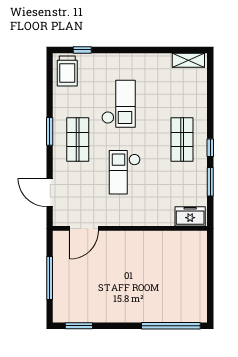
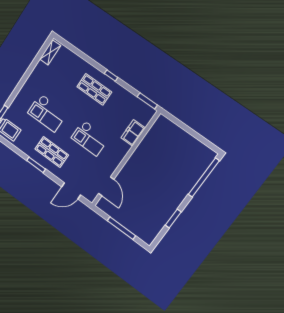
checkout: (118, 104) -> (47, 113), turned 180
window: (210, 182) -> (147, 101), moved
freezer: (190, 216) -> (133, 133), moved
window: (79, 326) -> (173, 219), moved

